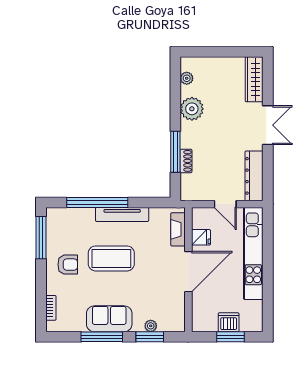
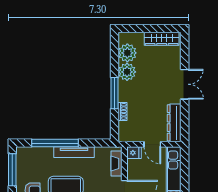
plant: (187, 78) -> (127, 53), width x1.88, depth x1.88
wardrobe: (254, 79) -> (162, 39), moved, turned -90
window: (175, 152) -> (114, 93), moved
fridge: (201, 237) -> (134, 153), moved

